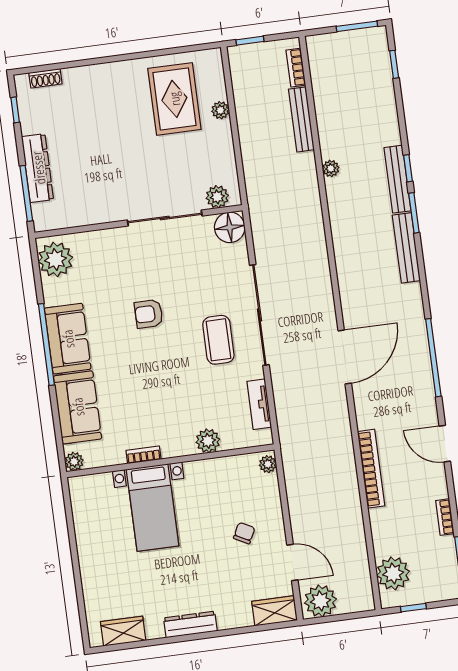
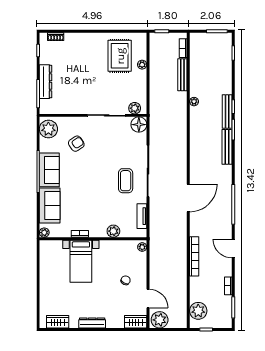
armchair: (149, 314) -> (76, 144), moved, turned 146

